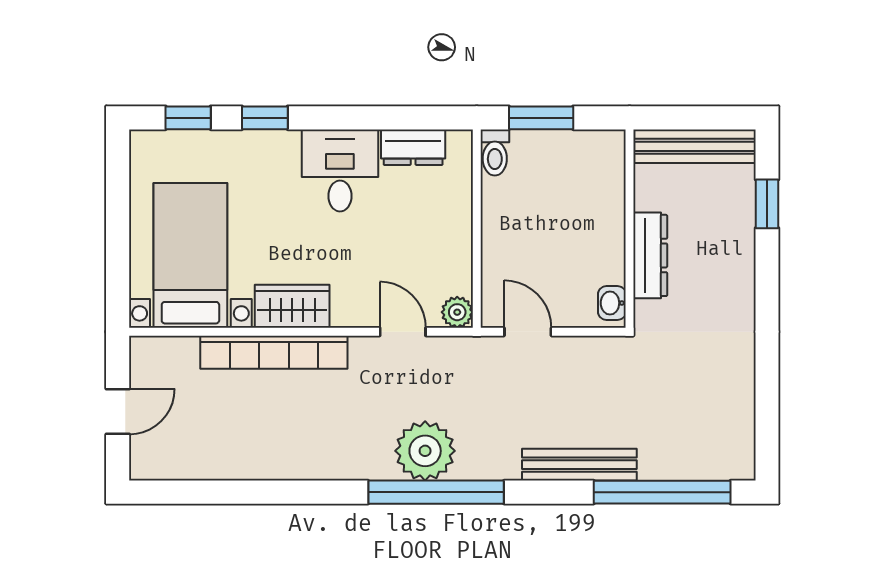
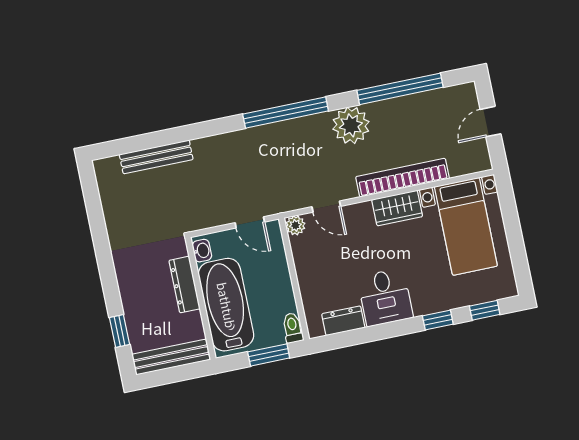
bathtub: (592, 211) -> (226, 305), added
plant: (425, 451) -> (351, 125), moved
bench: (579, 465) -> (156, 157), moved
window: (662, 492) -> (400, 89), moved

